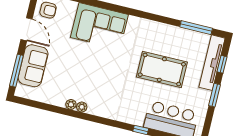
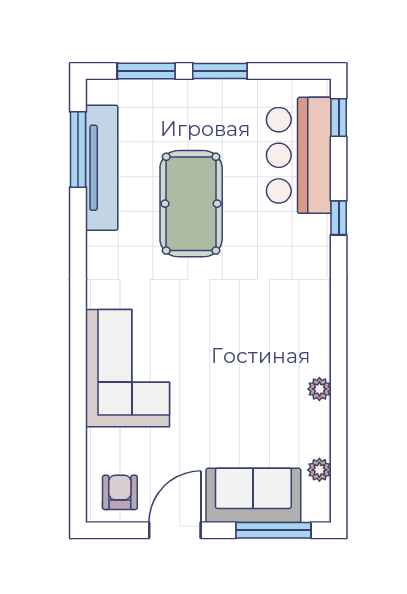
tv unit: (212, 63) -> (102, 168), moved, turned -90
window: (222, 64) -> (146, 71), width x1.50
plant: (82, 107) -> (319, 470), moved

